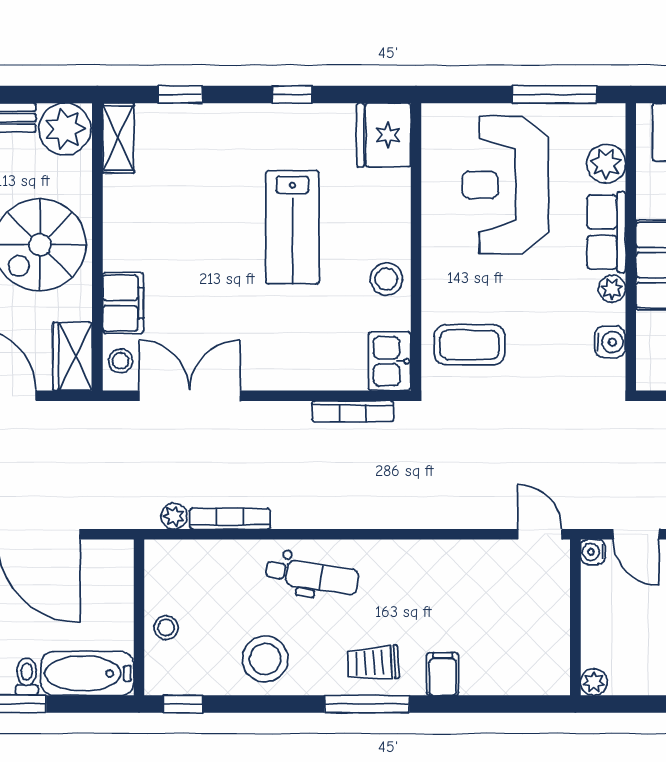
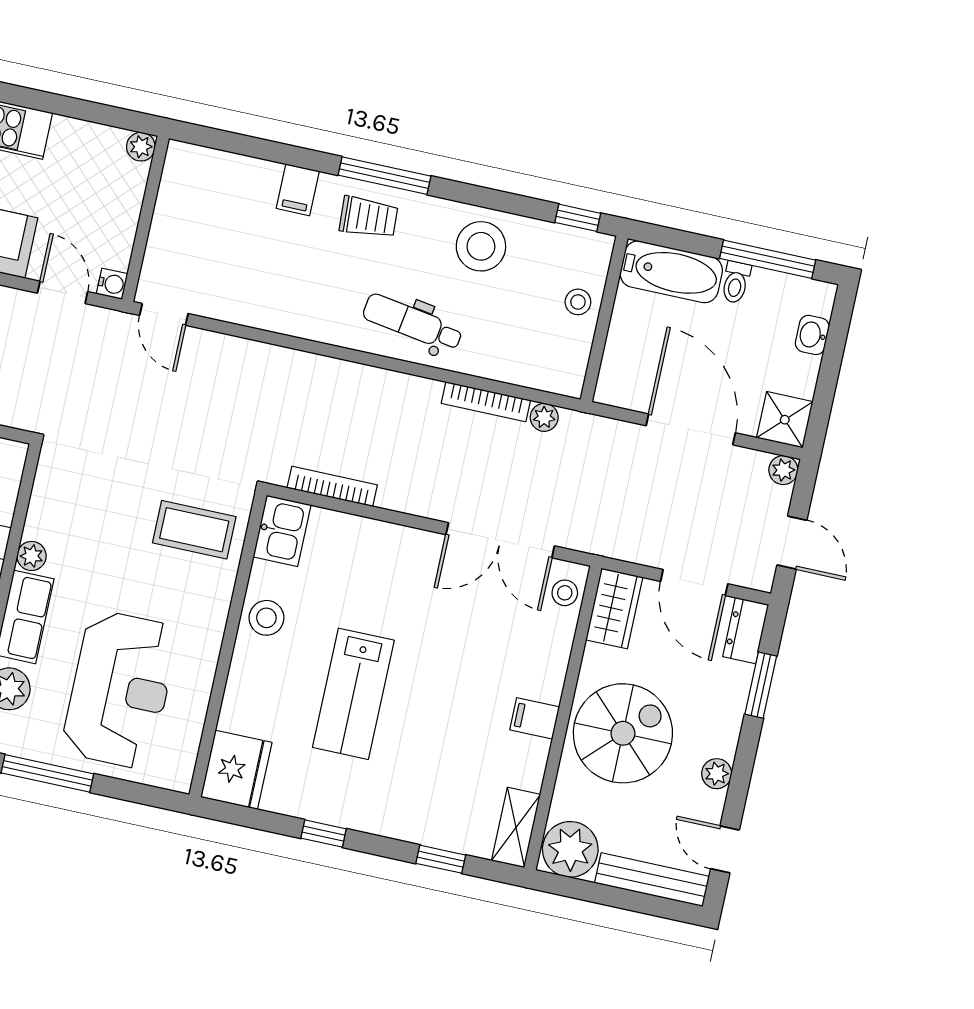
lab bench: (293, 227) -> (353, 694), turned 180
filing cabinet: (123, 303) -> (535, 718), moved, width x0.50
water cooler: (610, 342) -> (46, 500), removed

